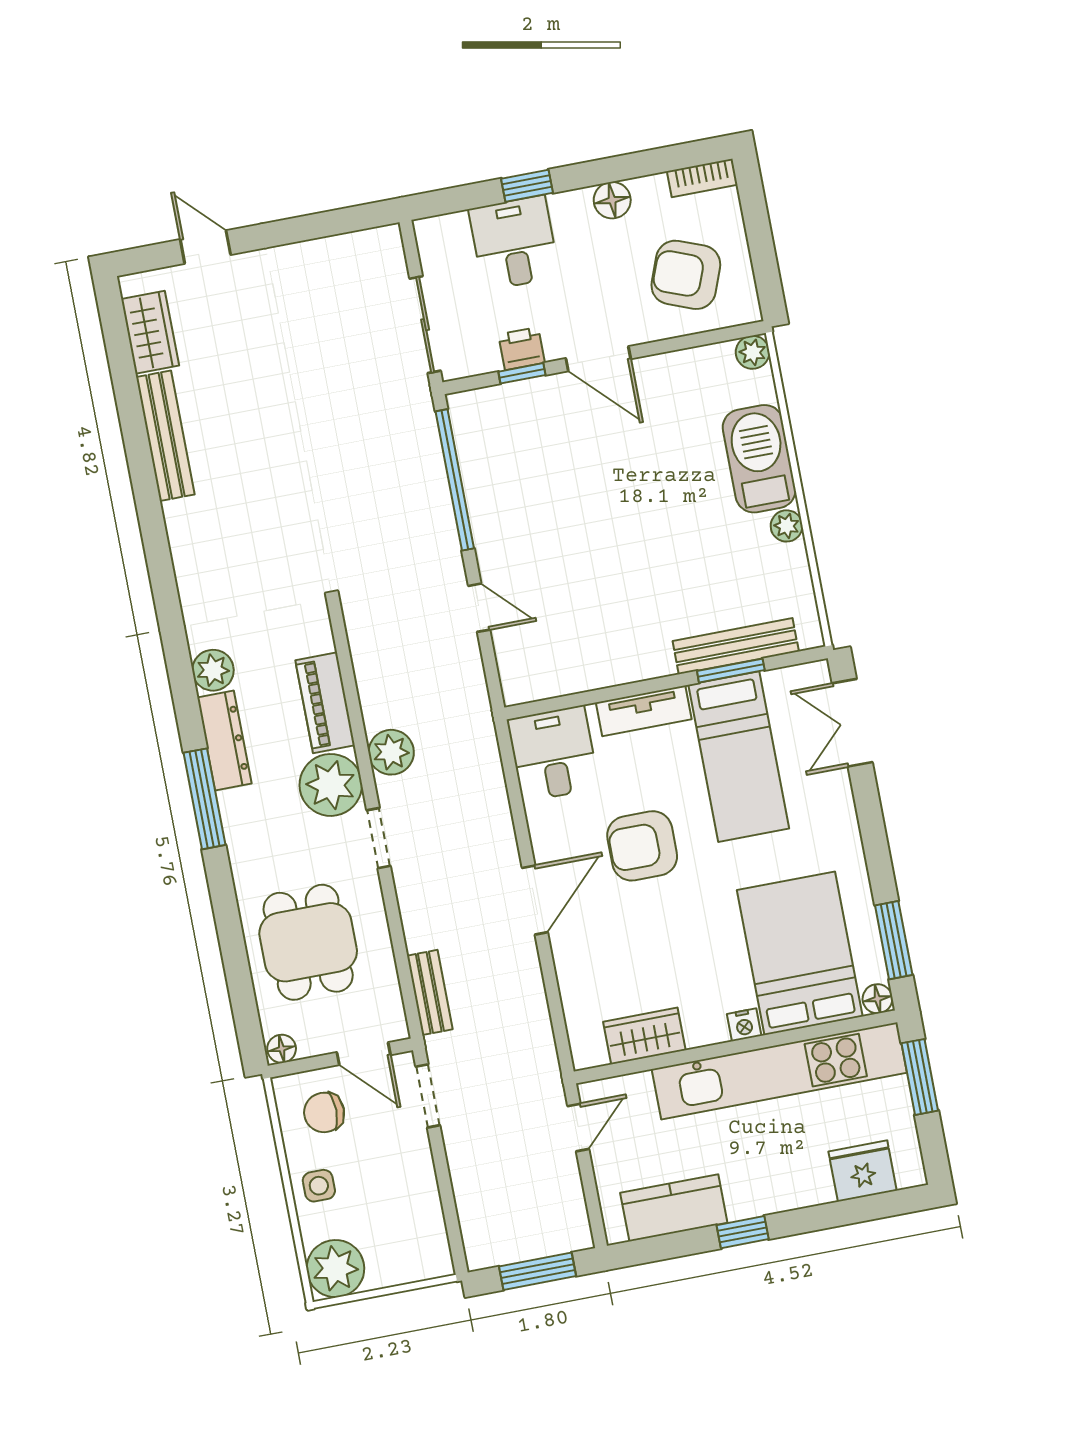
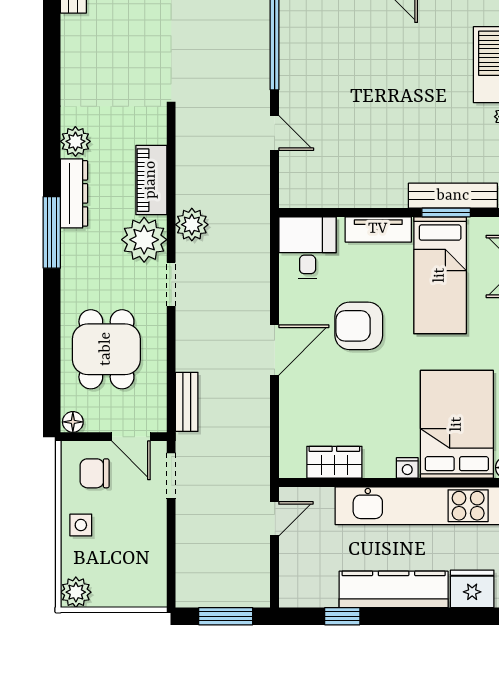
kitchen counter: (674, 1208) -> (394, 589), moved, width x1.50
window: (743, 1232) -> (342, 616), moved
plant: (335, 1269) -> (76, 592), width x0.73, depth x0.73

